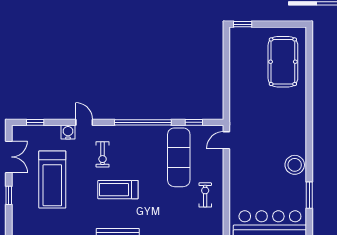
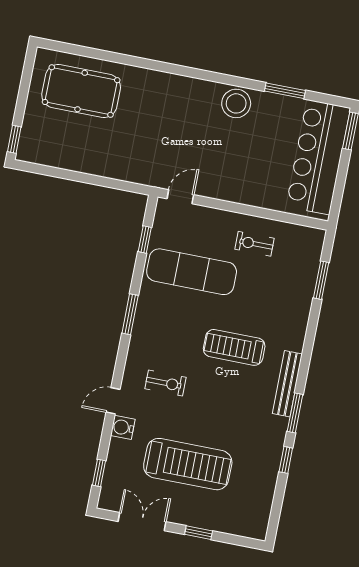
window: (143, 122) -> (130, 314), width x0.47
door: (226, 140) -> (180, 197), swing flipped
treadmill: (118, 190) -> (234, 347), moved, turned 90

